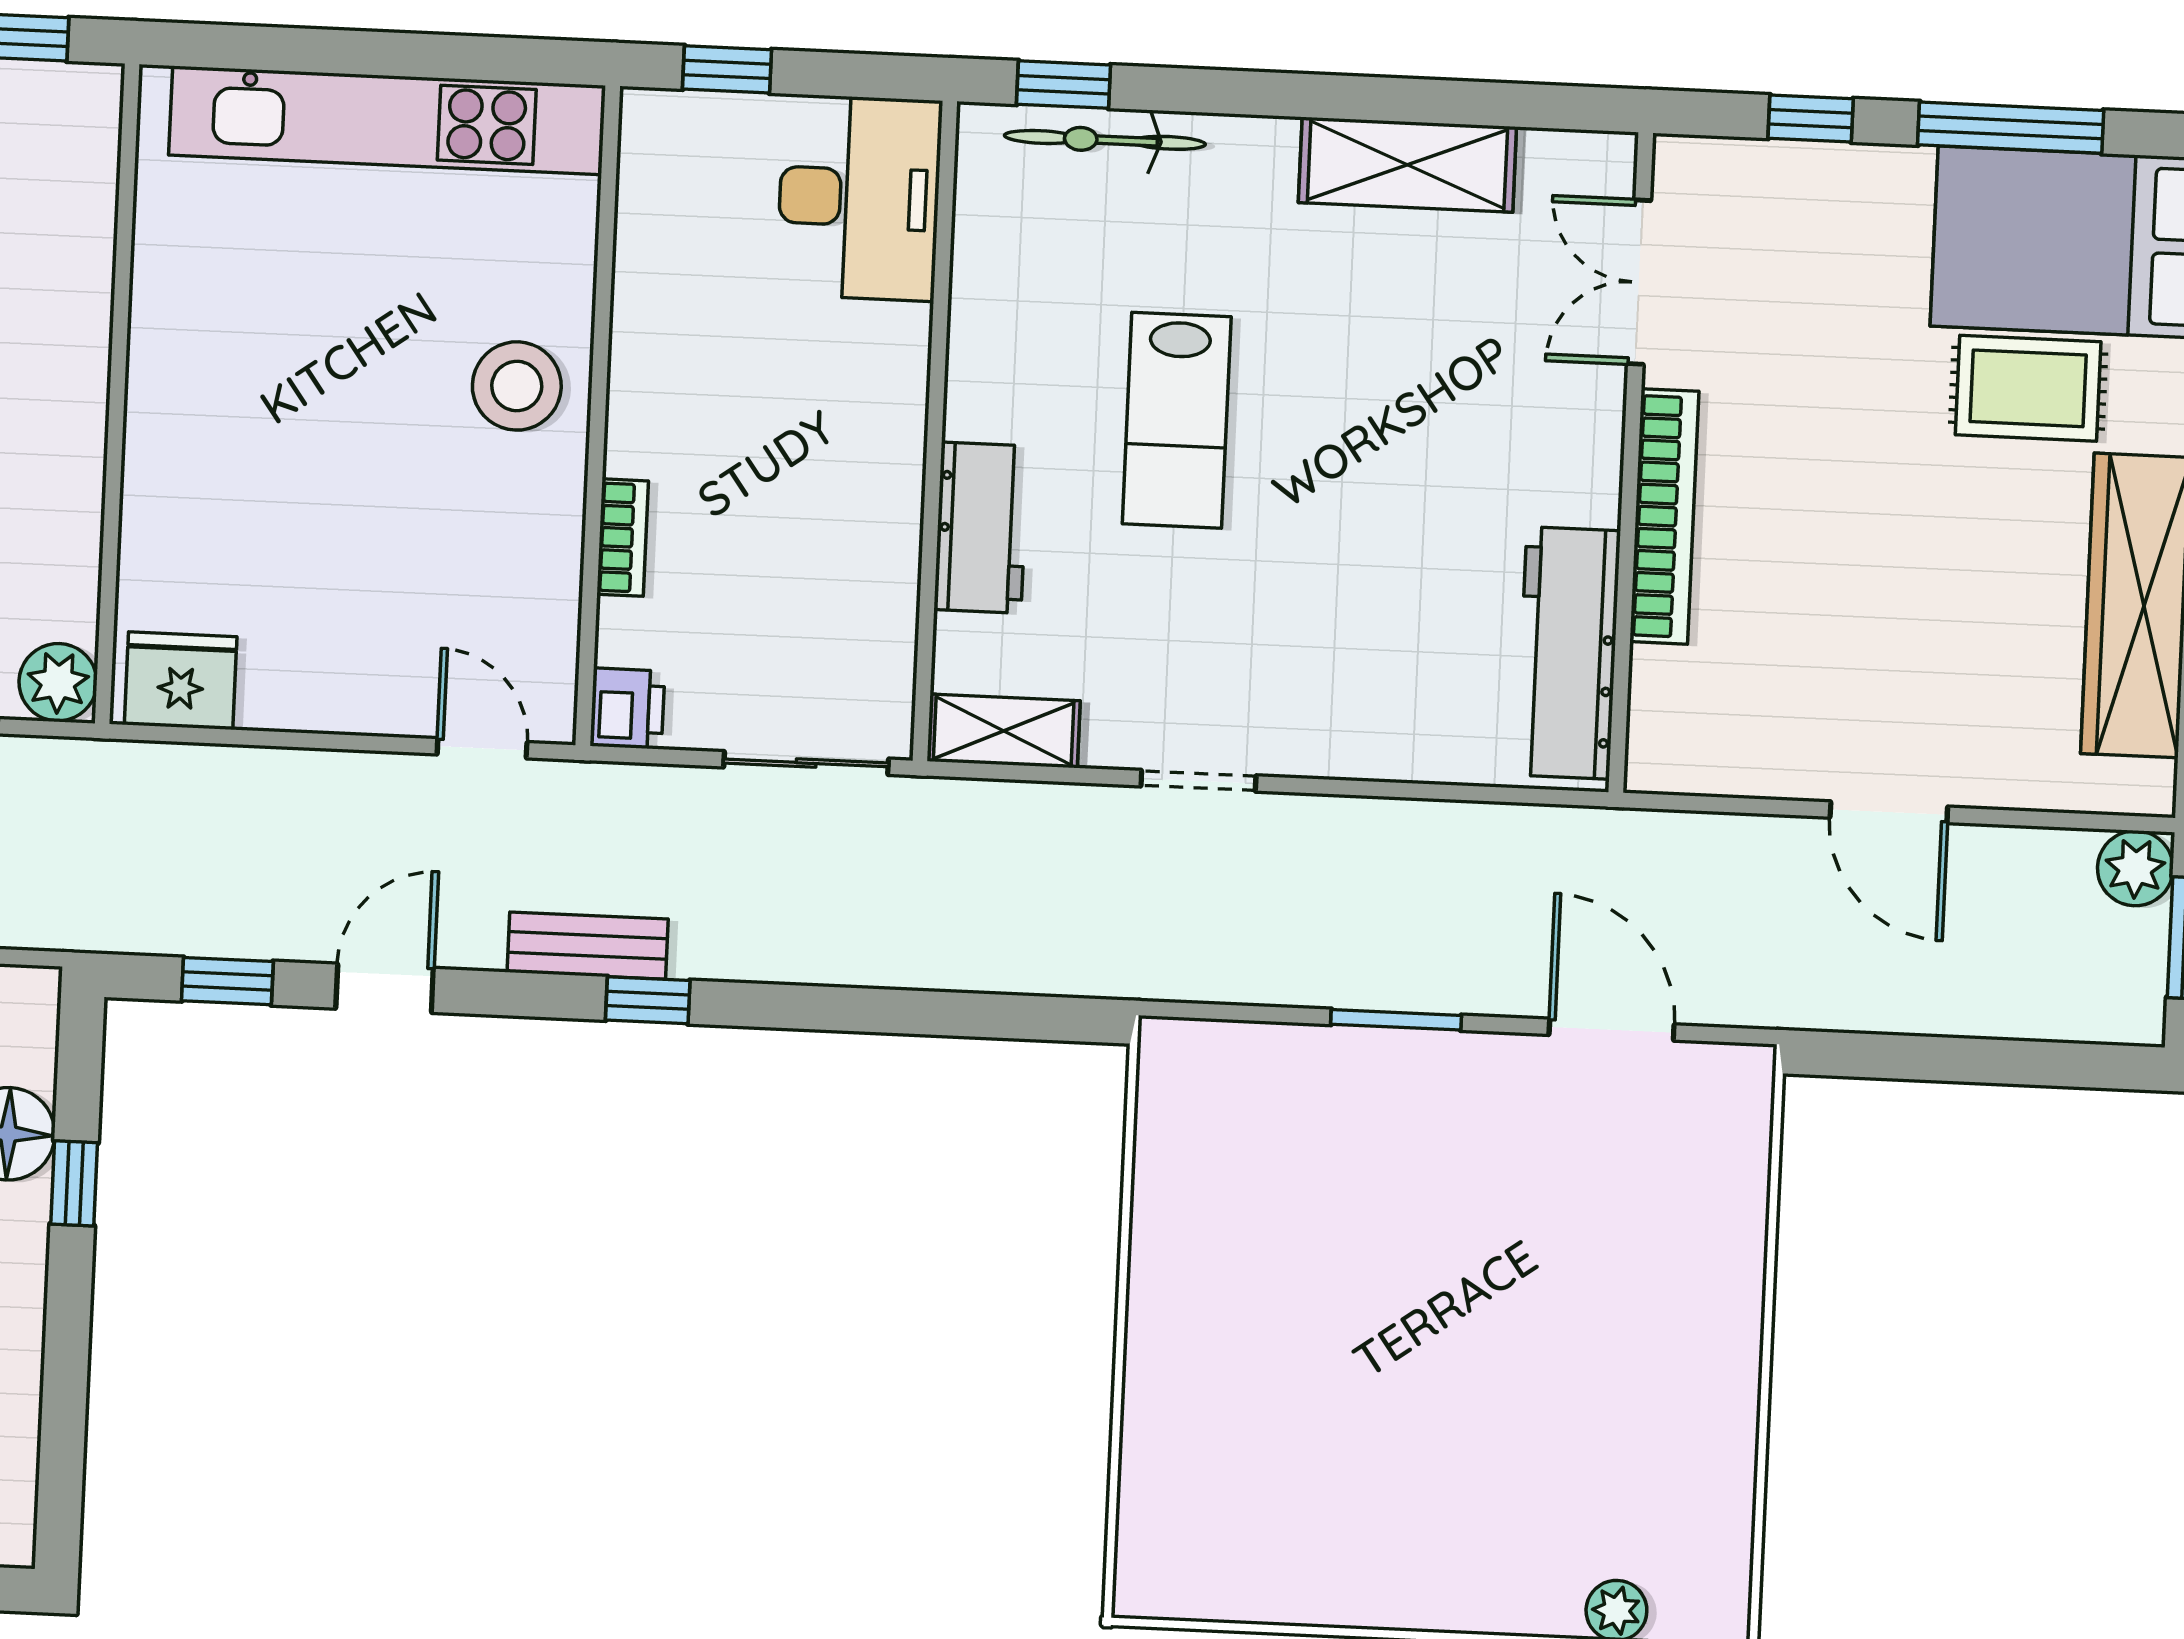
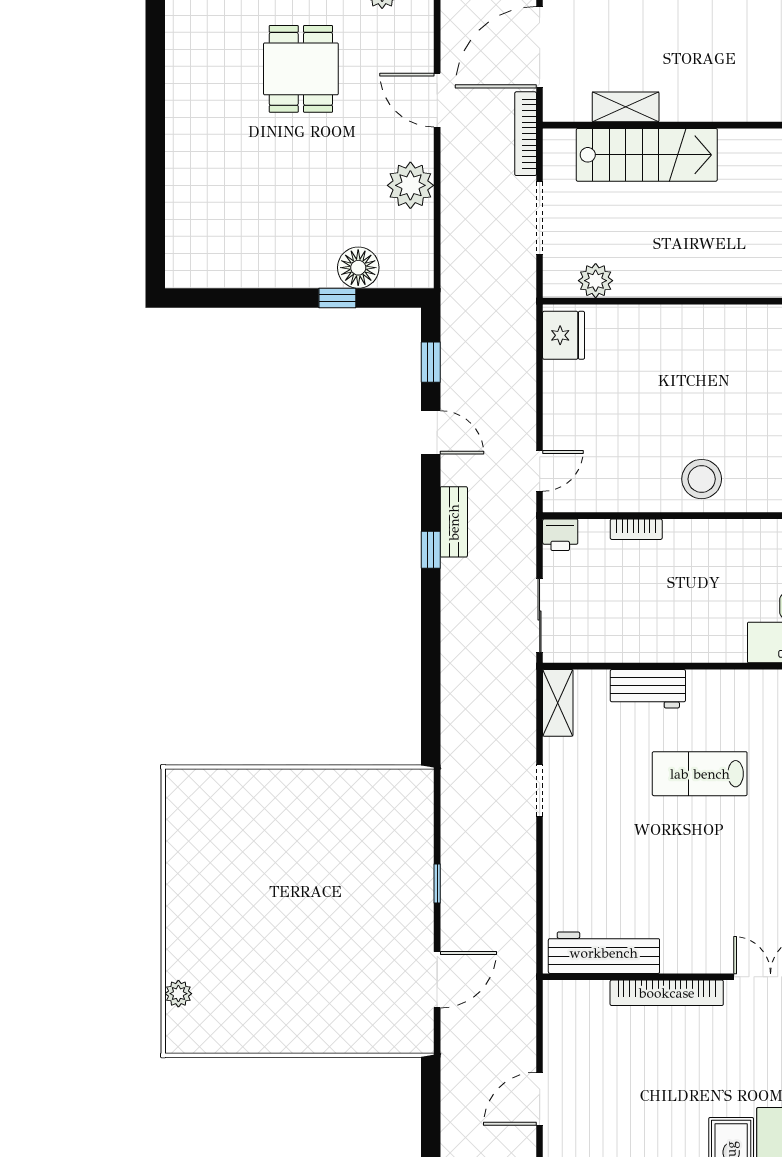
plant: (58, 682) -> (596, 281), moved
window: (1396, 1020) -> (437, 883), width x0.67

